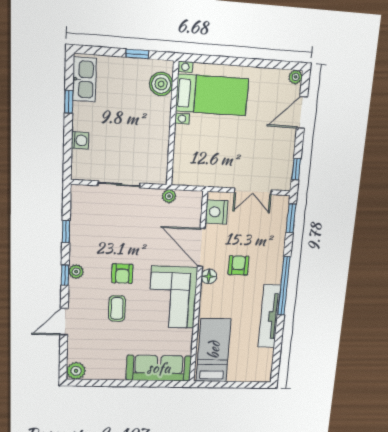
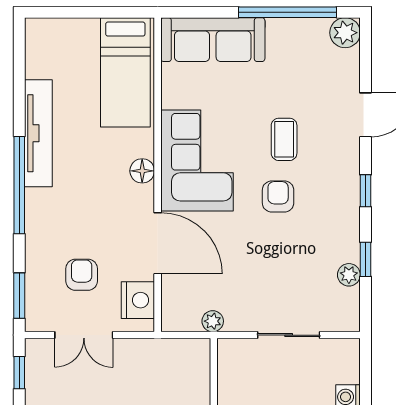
double door: (253, 191) -> (84, 335), swing flipped
armchair: (238, 265) -> (82, 275), moved, turned 180
plant: (76, 272) -> (349, 275), moved
floor lamp: (209, 276) -> (142, 171), moved
window: (112, 383) -> (288, 12), added

